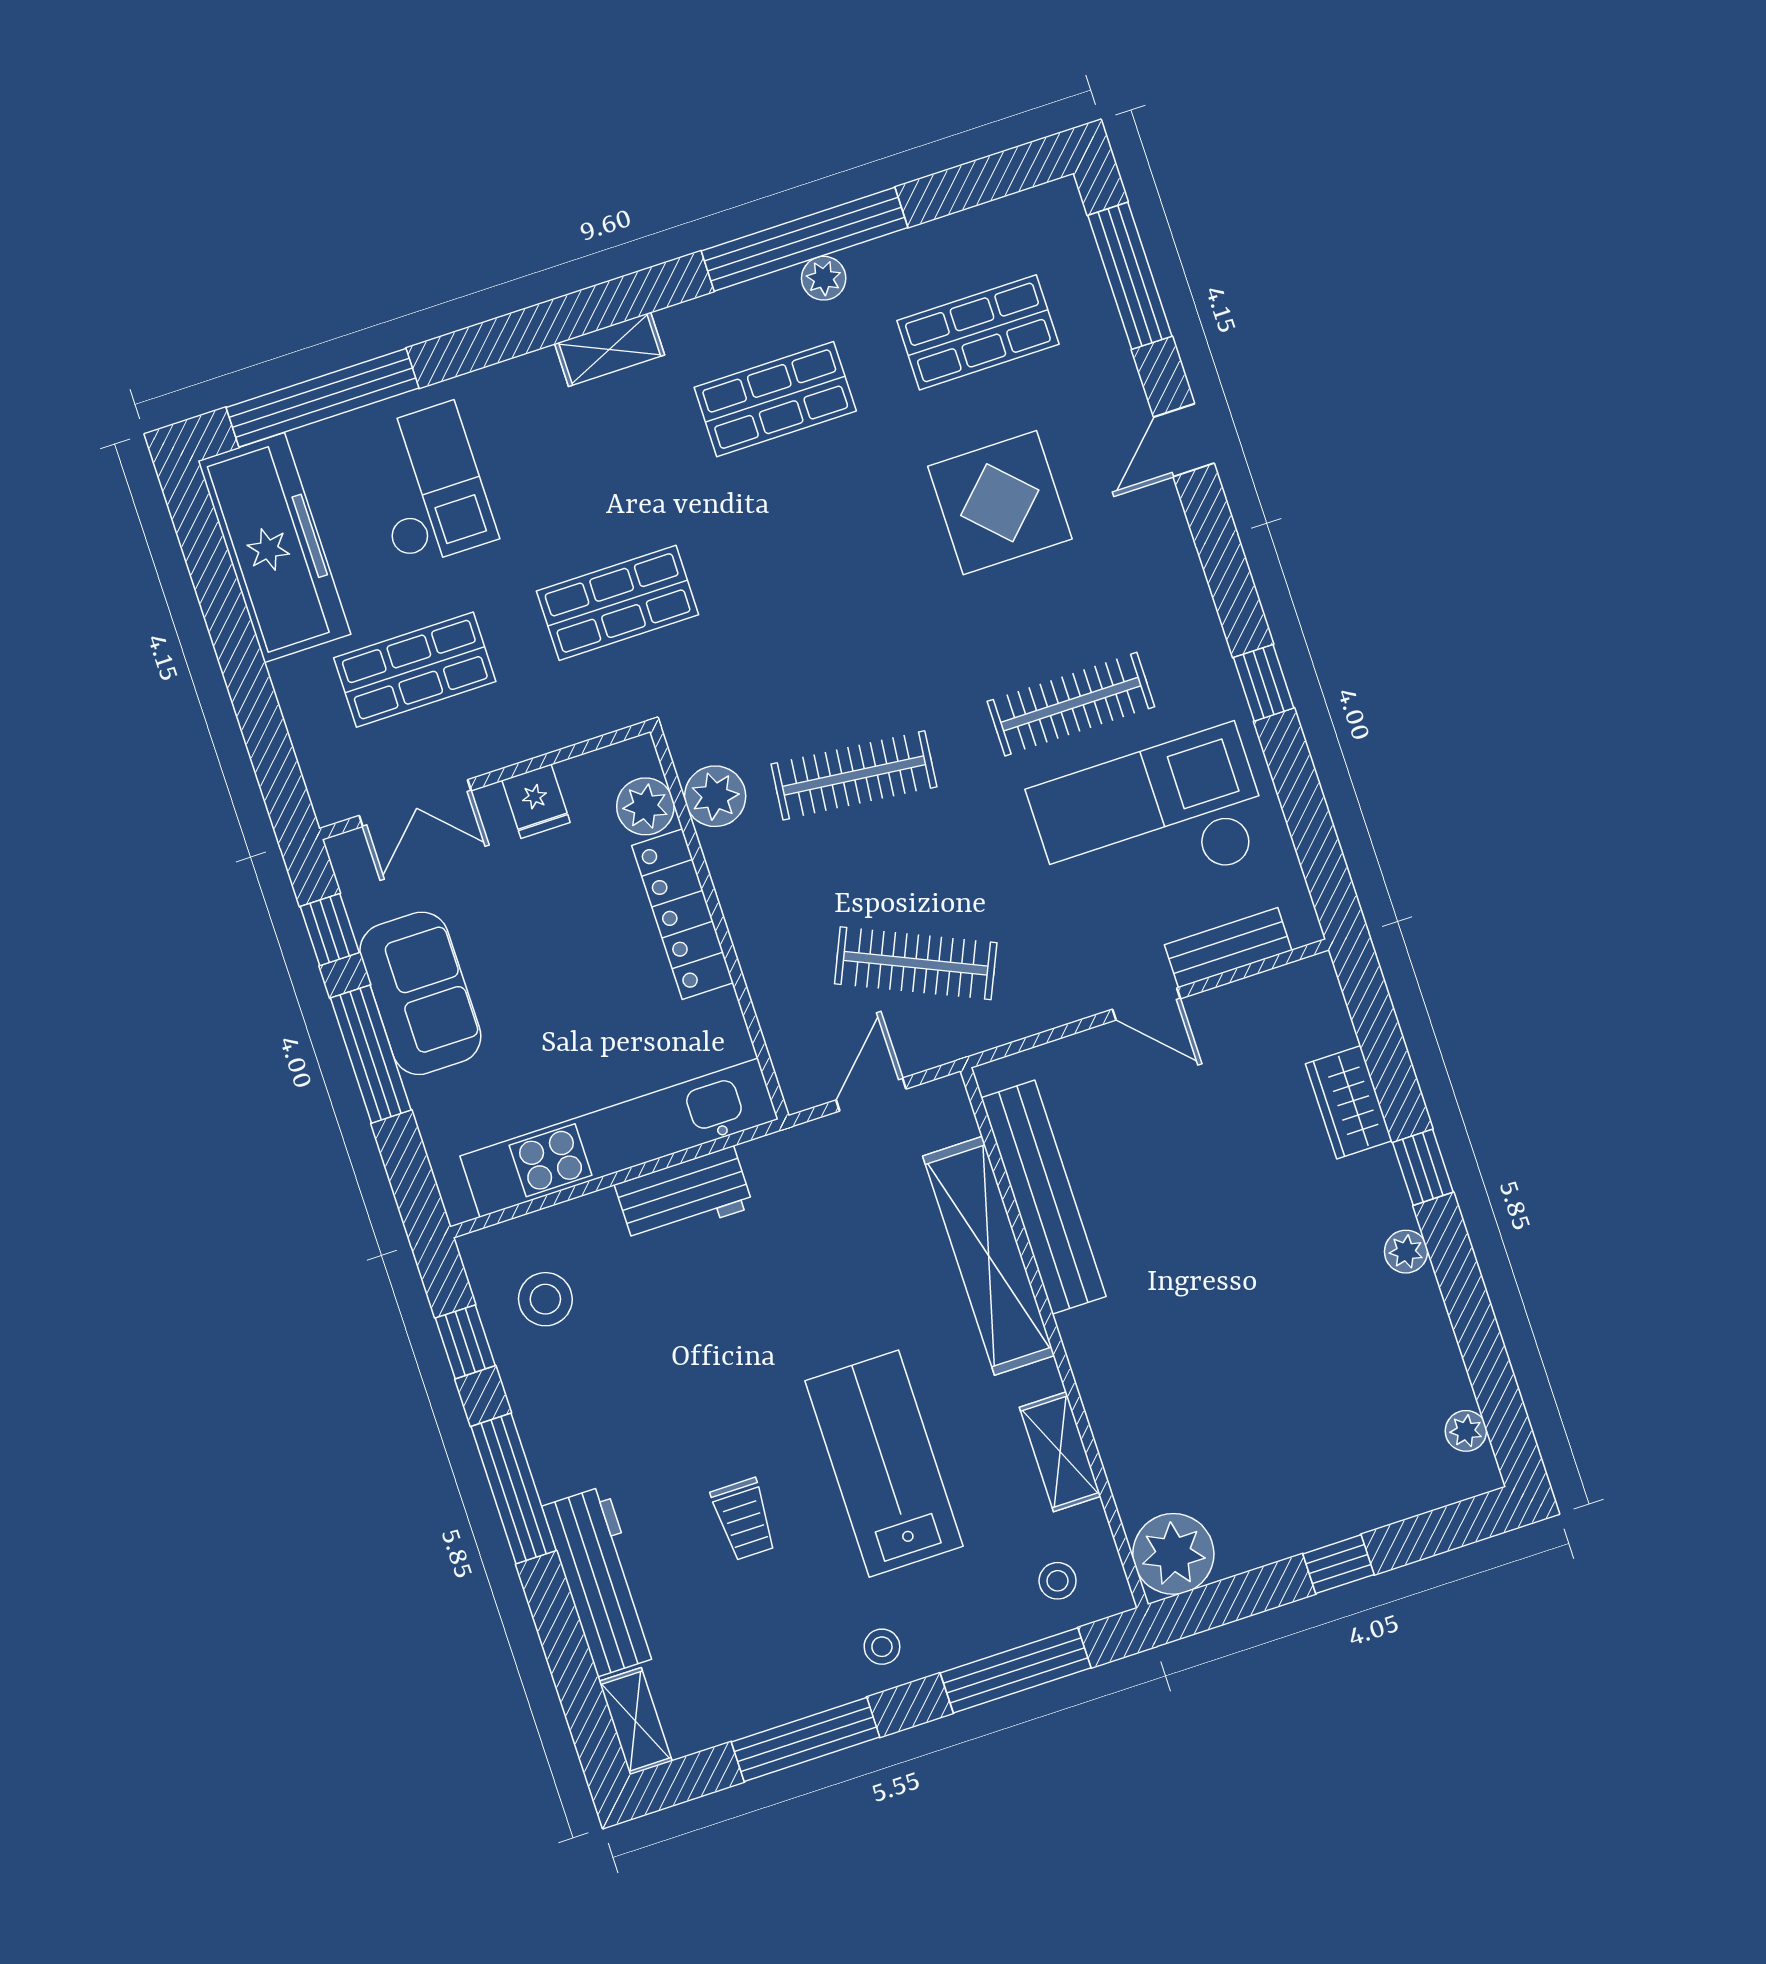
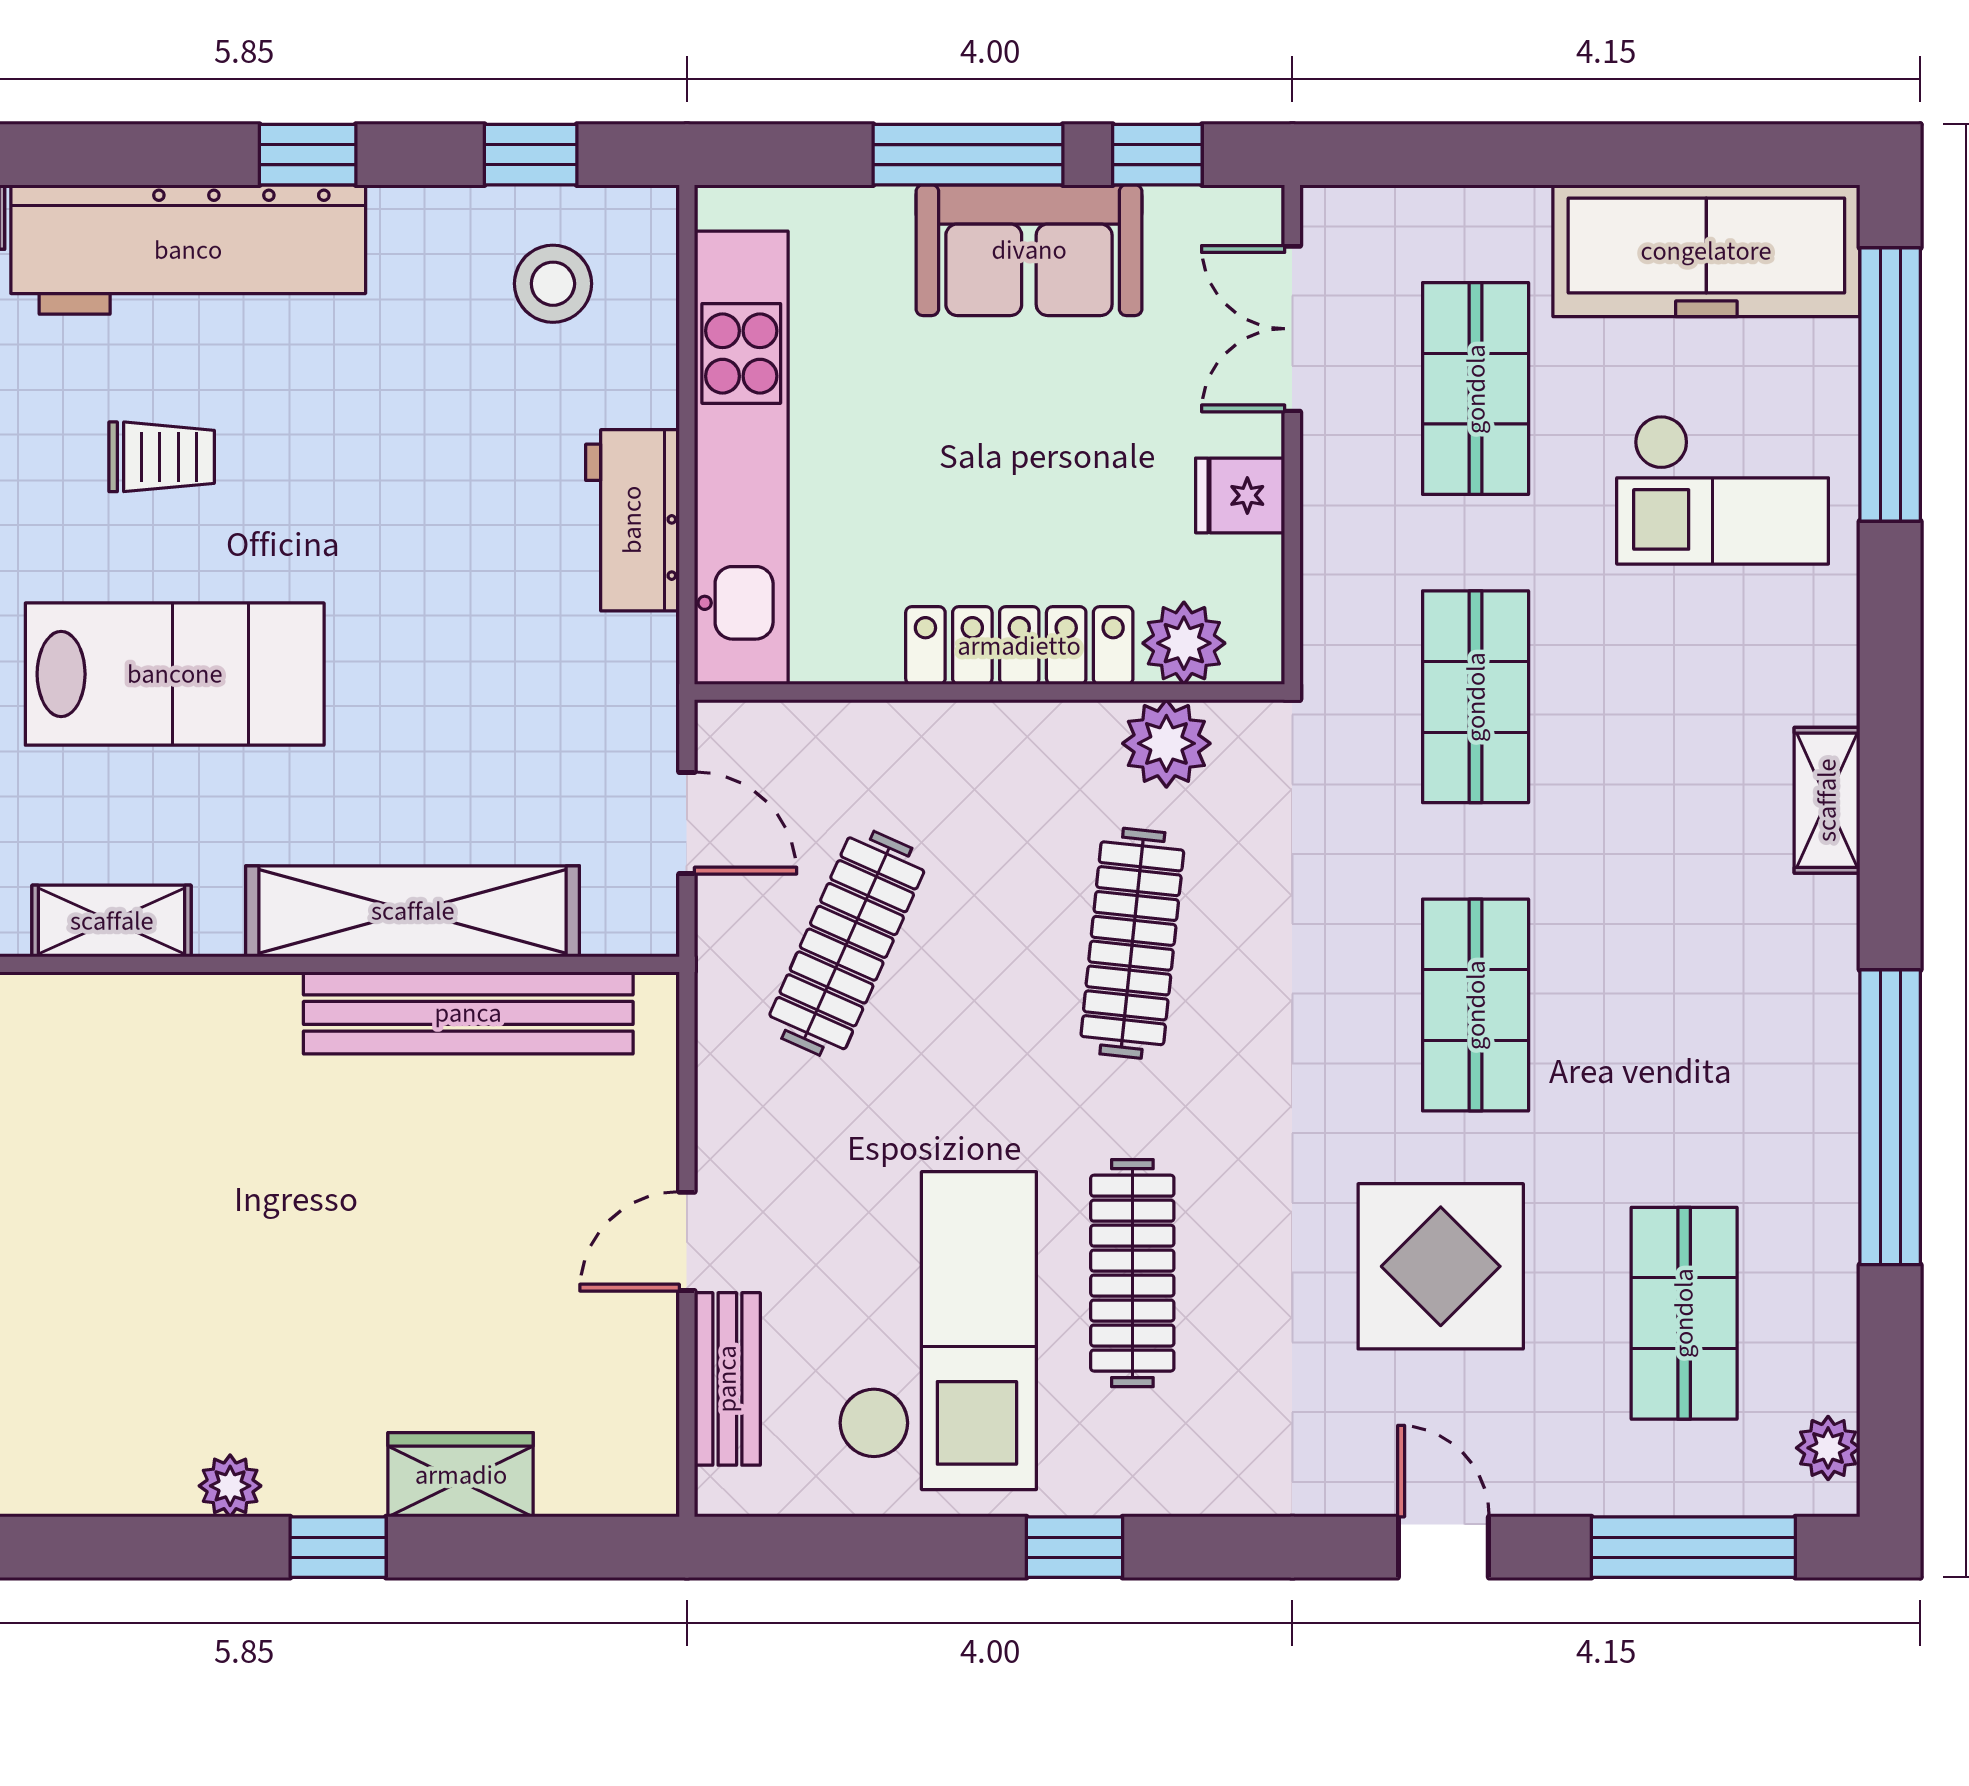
plant: (824, 278) -> (1828, 1448), moved
shop shelf: (775, 399) -> (1476, 1005), moved
window: (514, 1489) -> (308, 155), width x0.46
trolley: (744, 1519) -> (162, 457), turned 180
workbench: (602, 1581) -> (188, 250), width x1.36, depth x1.32

